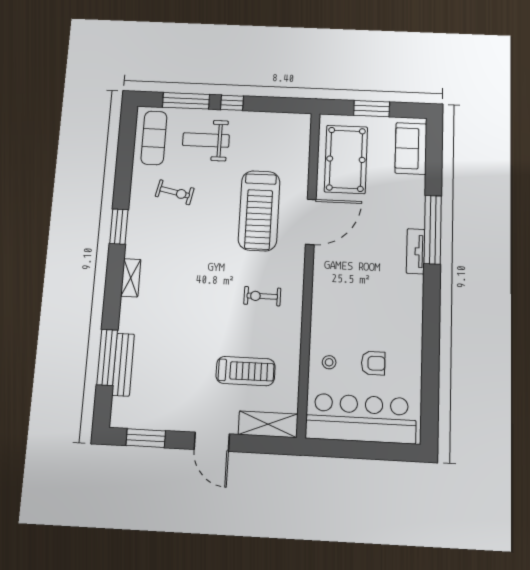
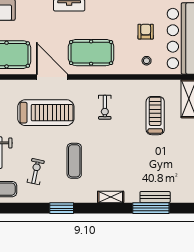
exercise mat: (186, 248) -> (74, 161), added
shelving: (131, 278) -> (111, 197), moved
pool table: (344, 280) -> (91, 53), added
bench: (123, 365) -> (155, 197), width x0.73

